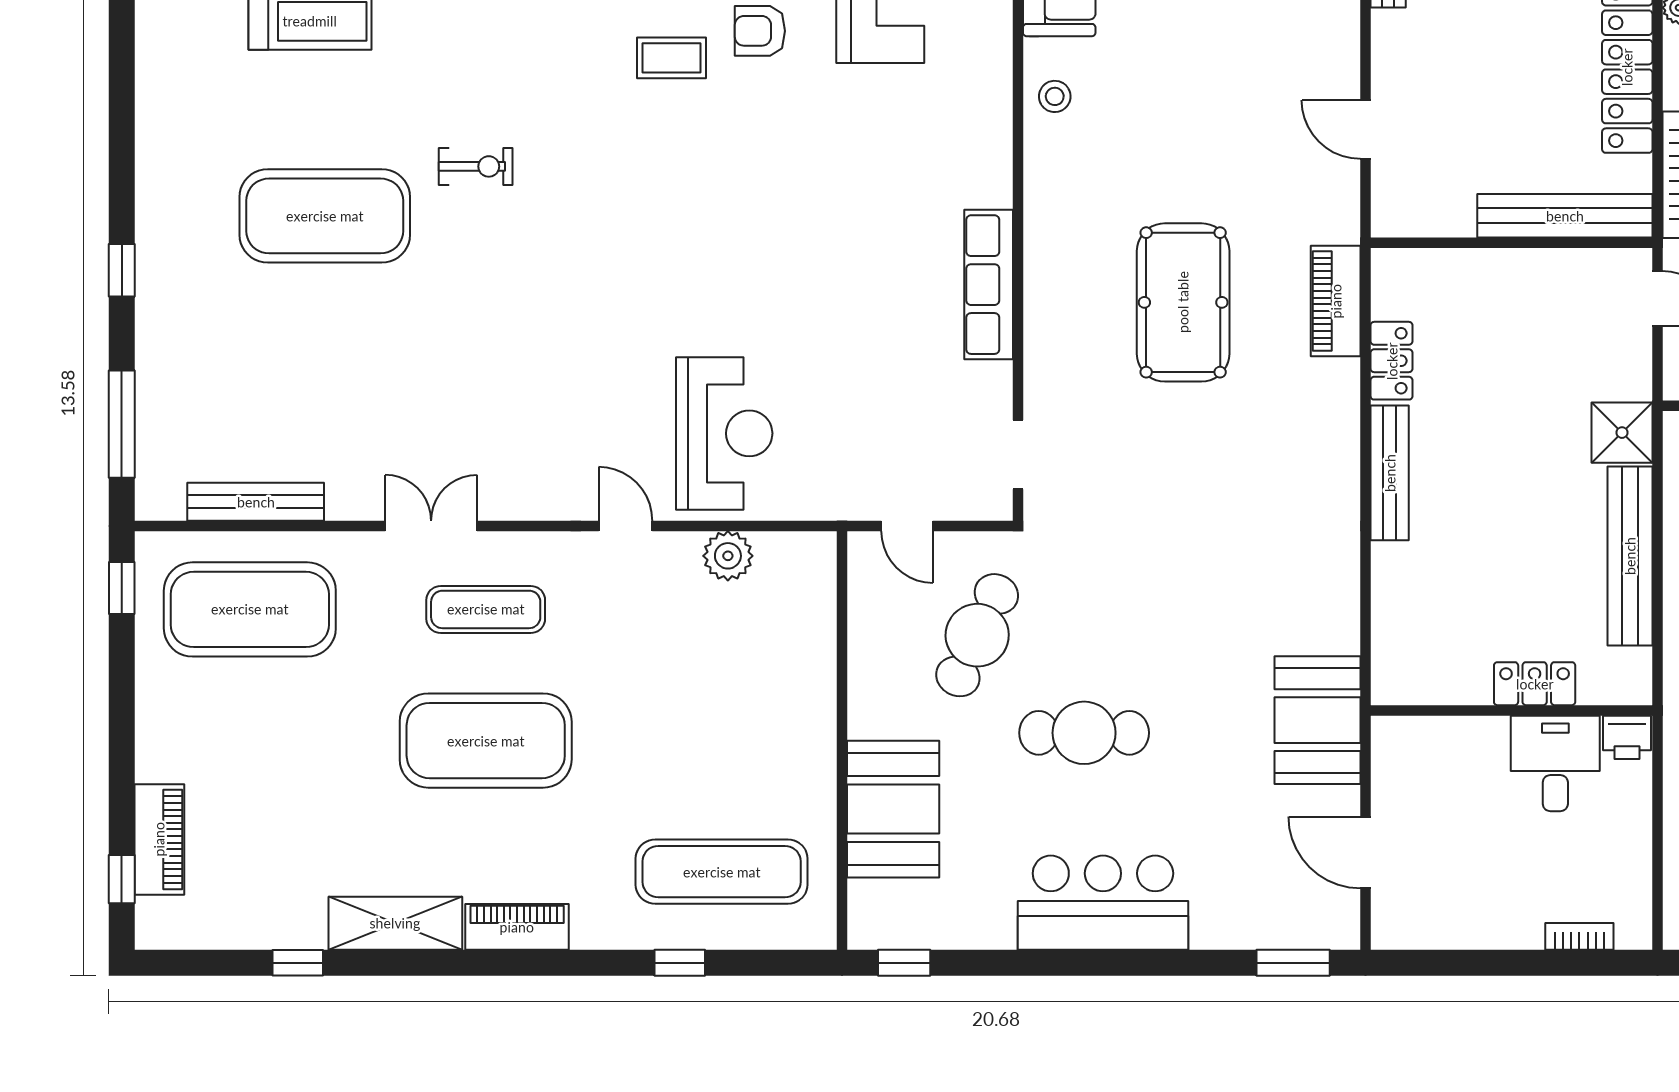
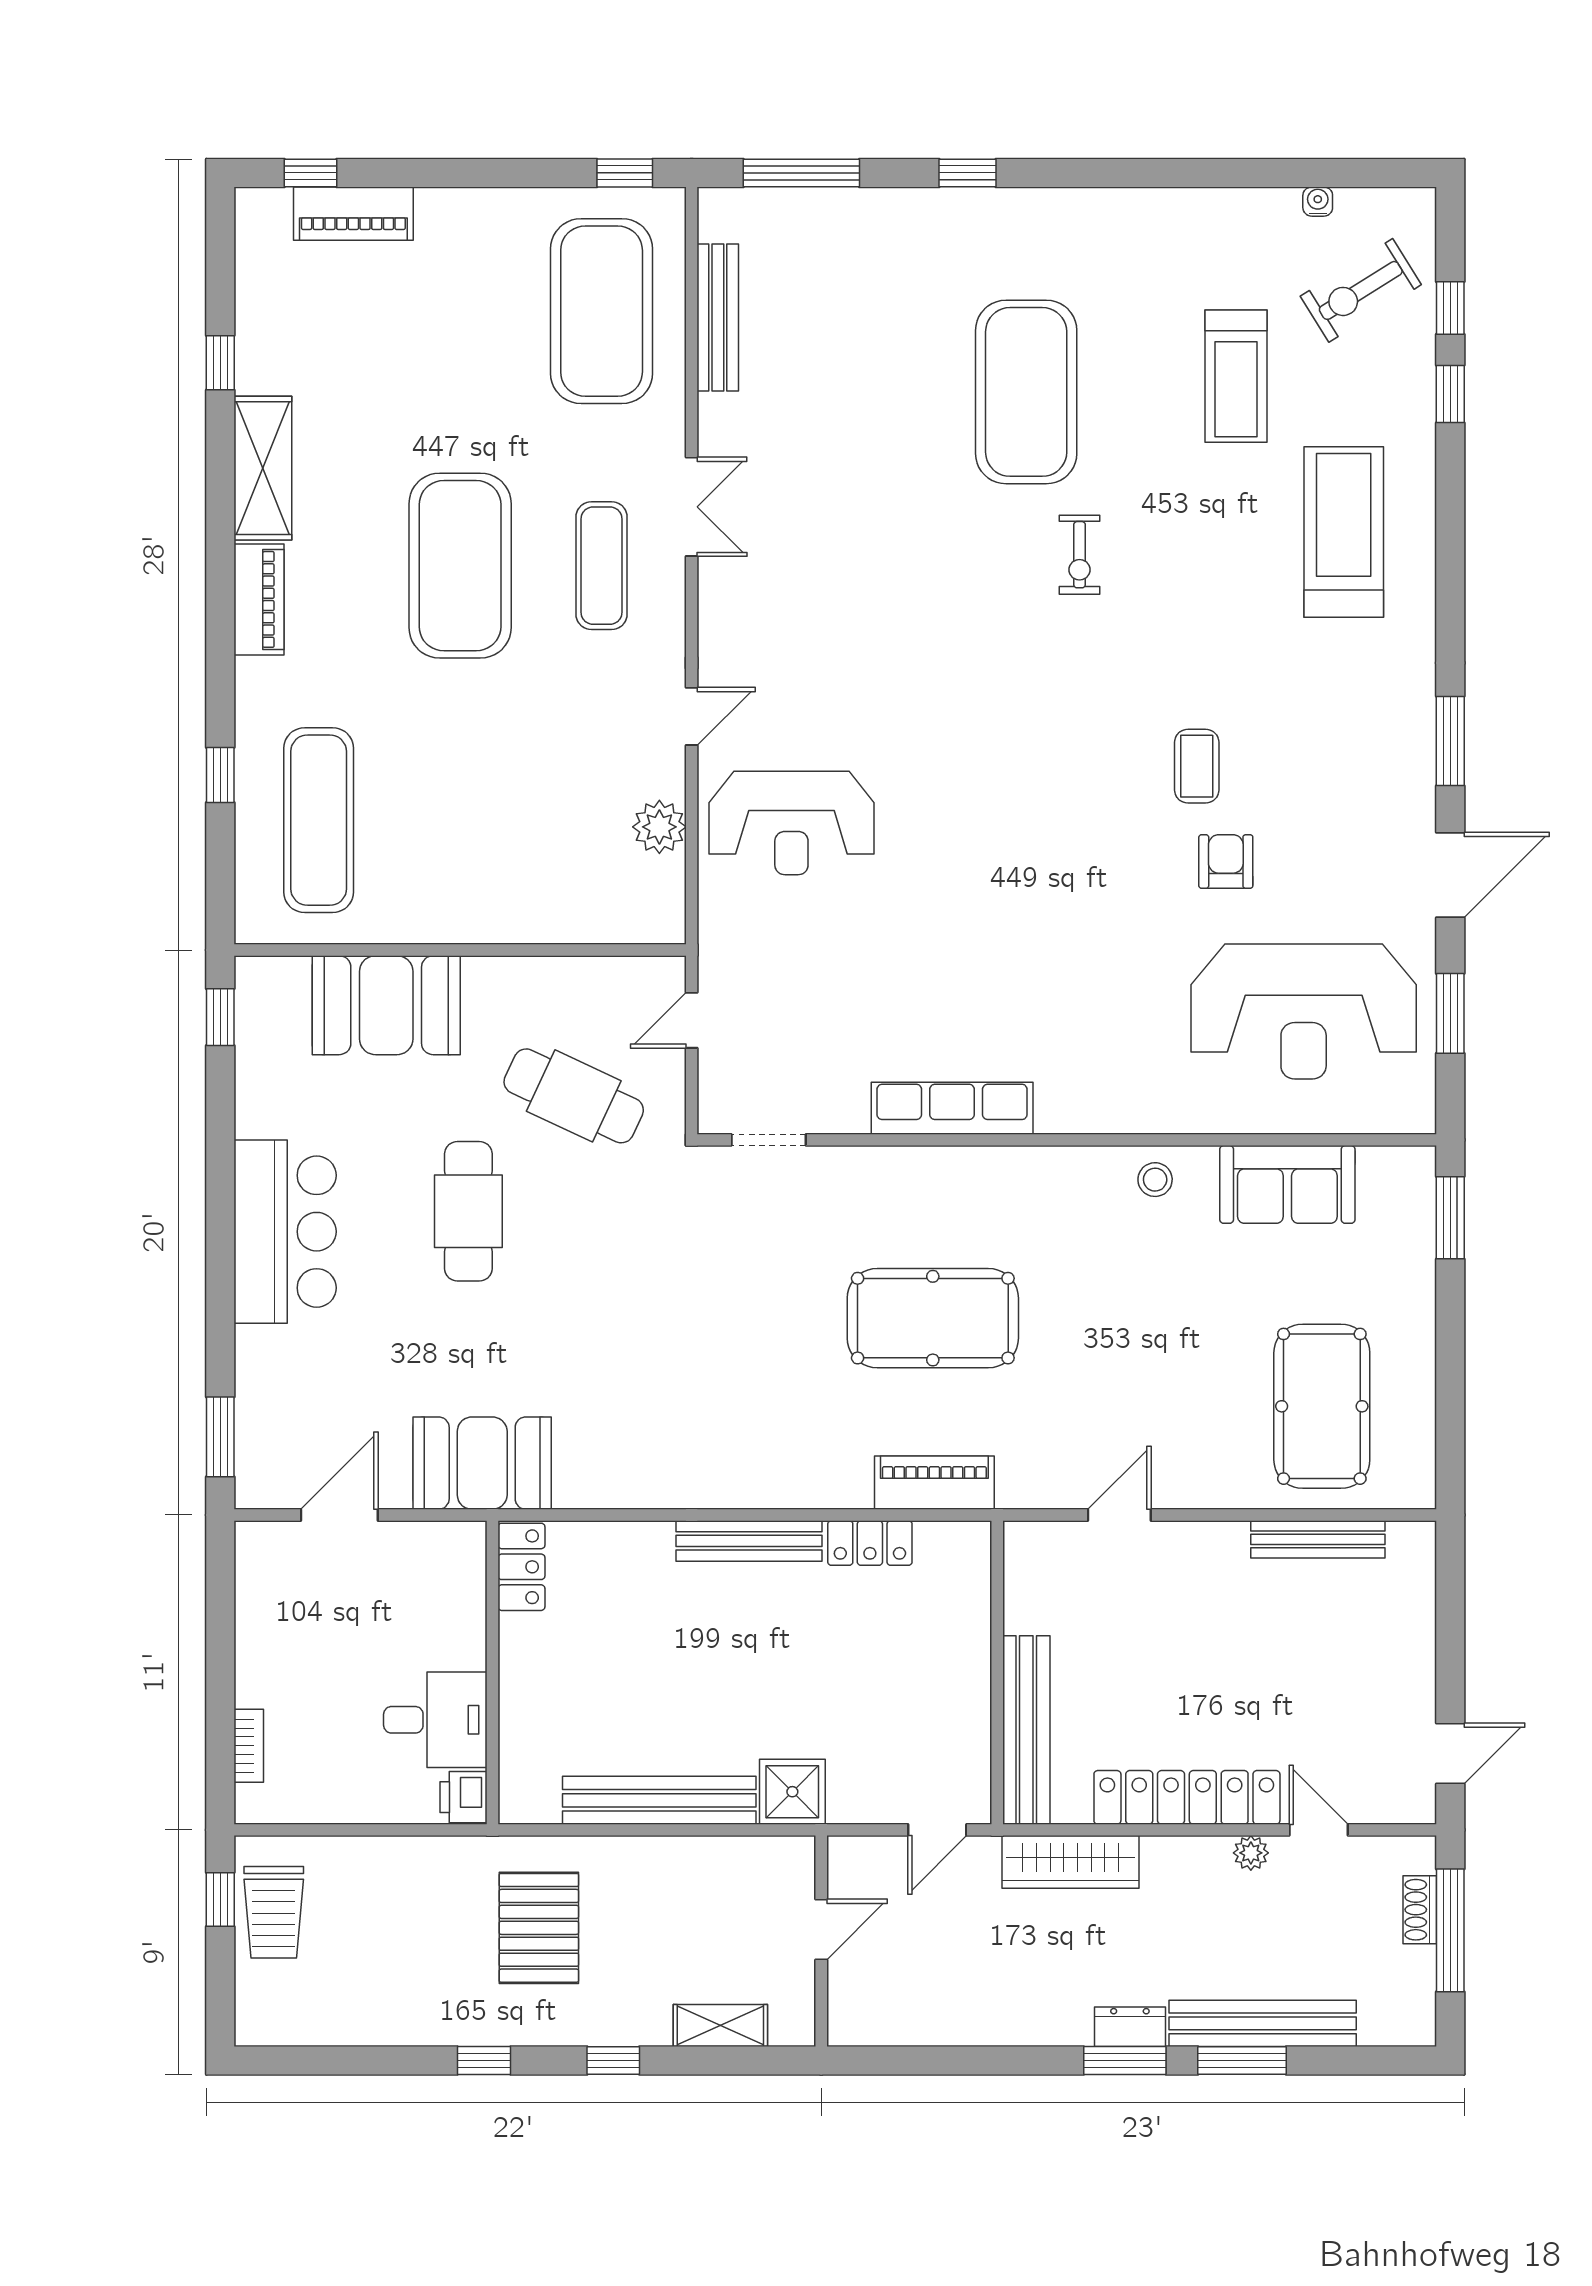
locker: (1535, 684) -> (521, 1567), moved

